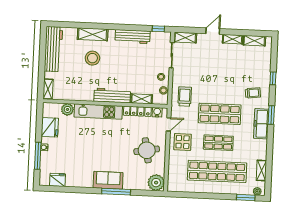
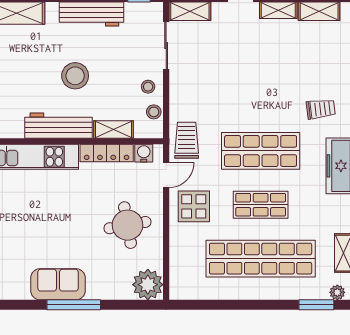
stool: (92, 58) -> (75, 76), moved
trolley: (185, 97) -> (187, 140), moved

